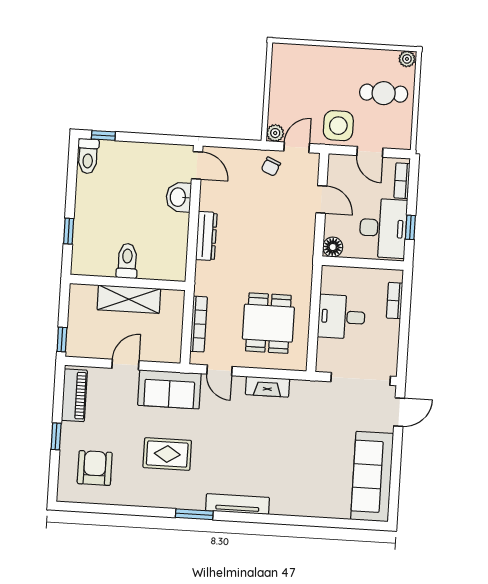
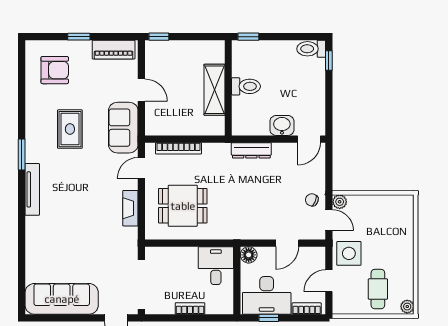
toilet: (127, 261) -> (246, 86), moved
wall: (128, 282) -> (228, 88), moved
shelving: (129, 299) -> (215, 90), moved
bookcase: (395, 301) -> (190, 308), moved
desk: (342, 317) -> (216, 266), moved

